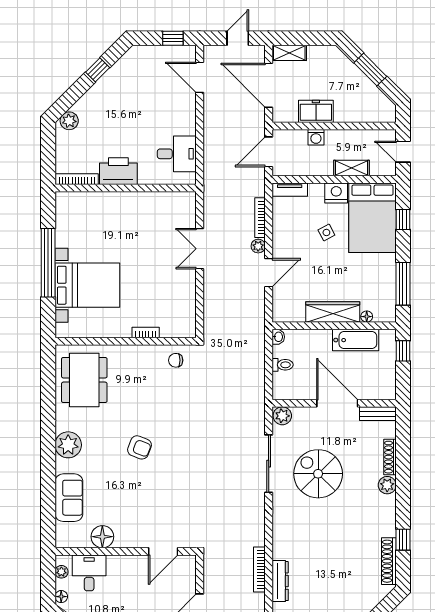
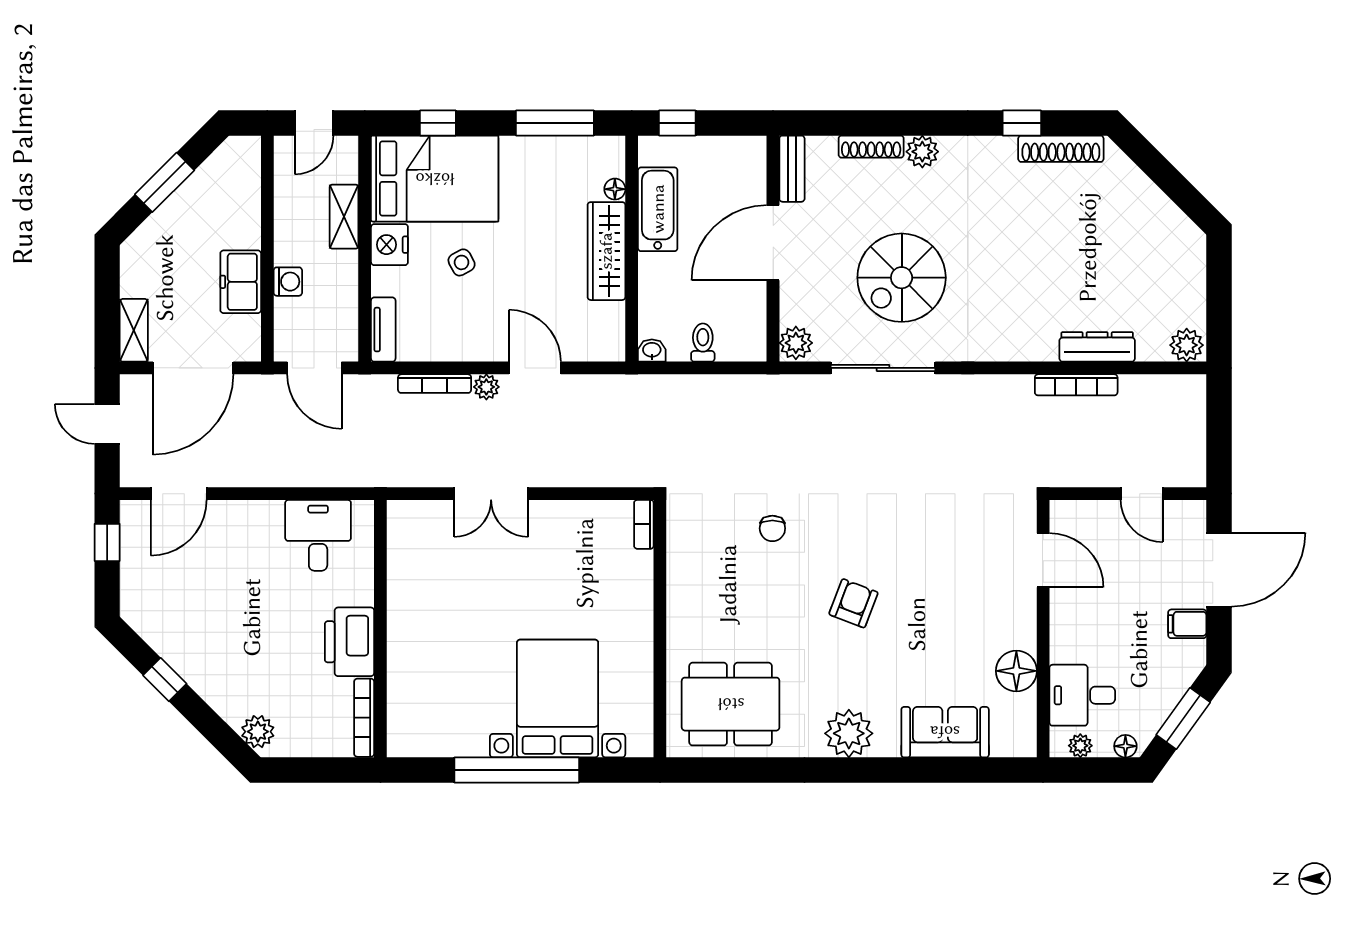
bookcase: (146, 332) -> (644, 524), moved
chair: (176, 360) -> (772, 528), moved

